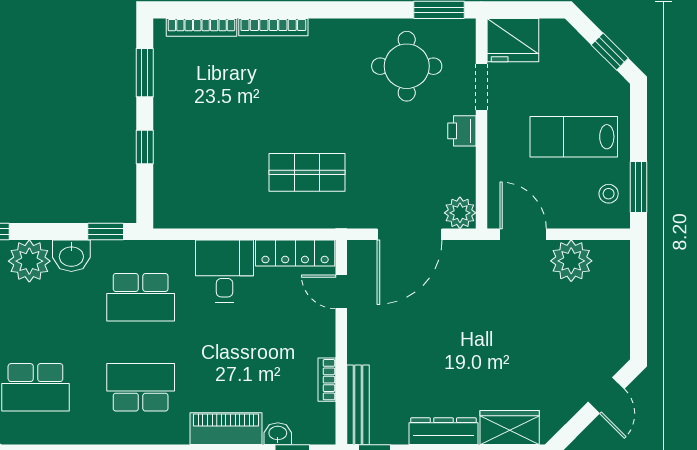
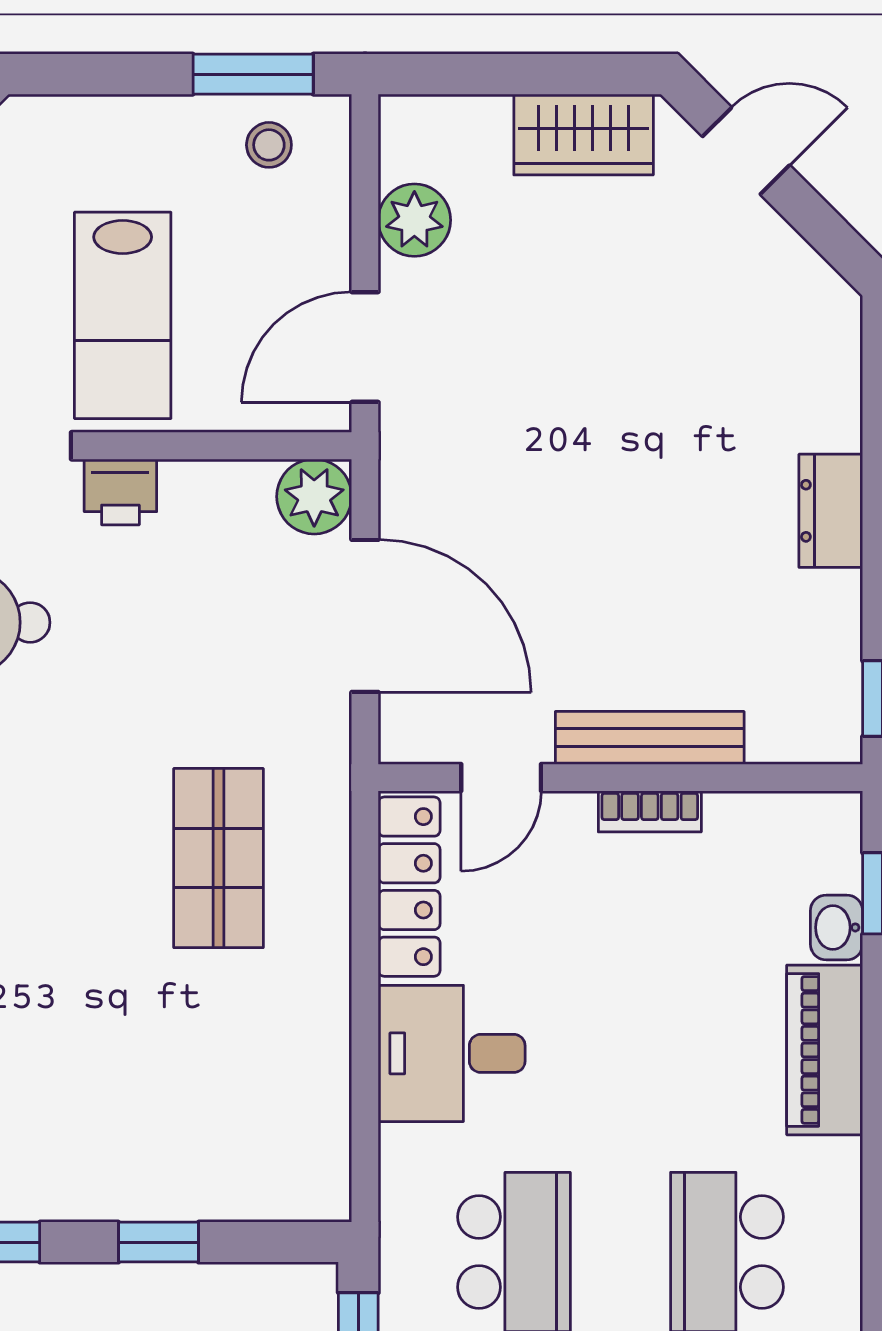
lab bench: (574, 137) -> (123, 315), moved
plant: (571, 261) -> (414, 220), width x0.73, depth x0.73
bookcase: (327, 380) -> (650, 811), moved
bench: (358, 405) -> (650, 738), moved
wardrobe: (510, 428) -> (584, 134), moved, turned -90
dresser: (443, 431) -> (831, 511), width x0.70

